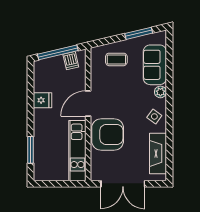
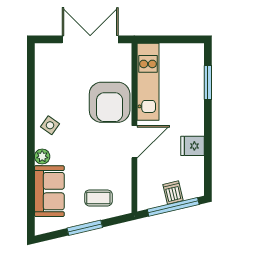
window: (139, 33) -> (85, 228), moved
dishwasher: (71, 61) -> (173, 193), moved
armchair: (108, 134) -> (110, 102), turned -90
fireplace: (158, 153) -> (45, 78), removed

